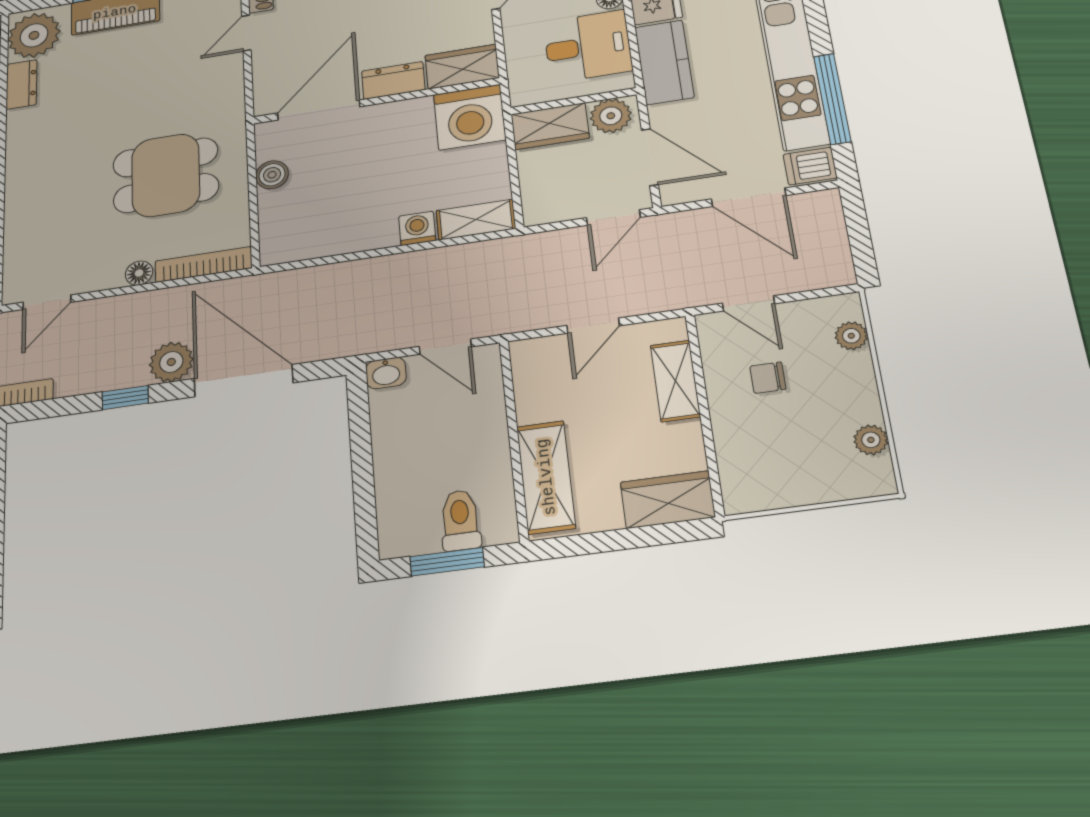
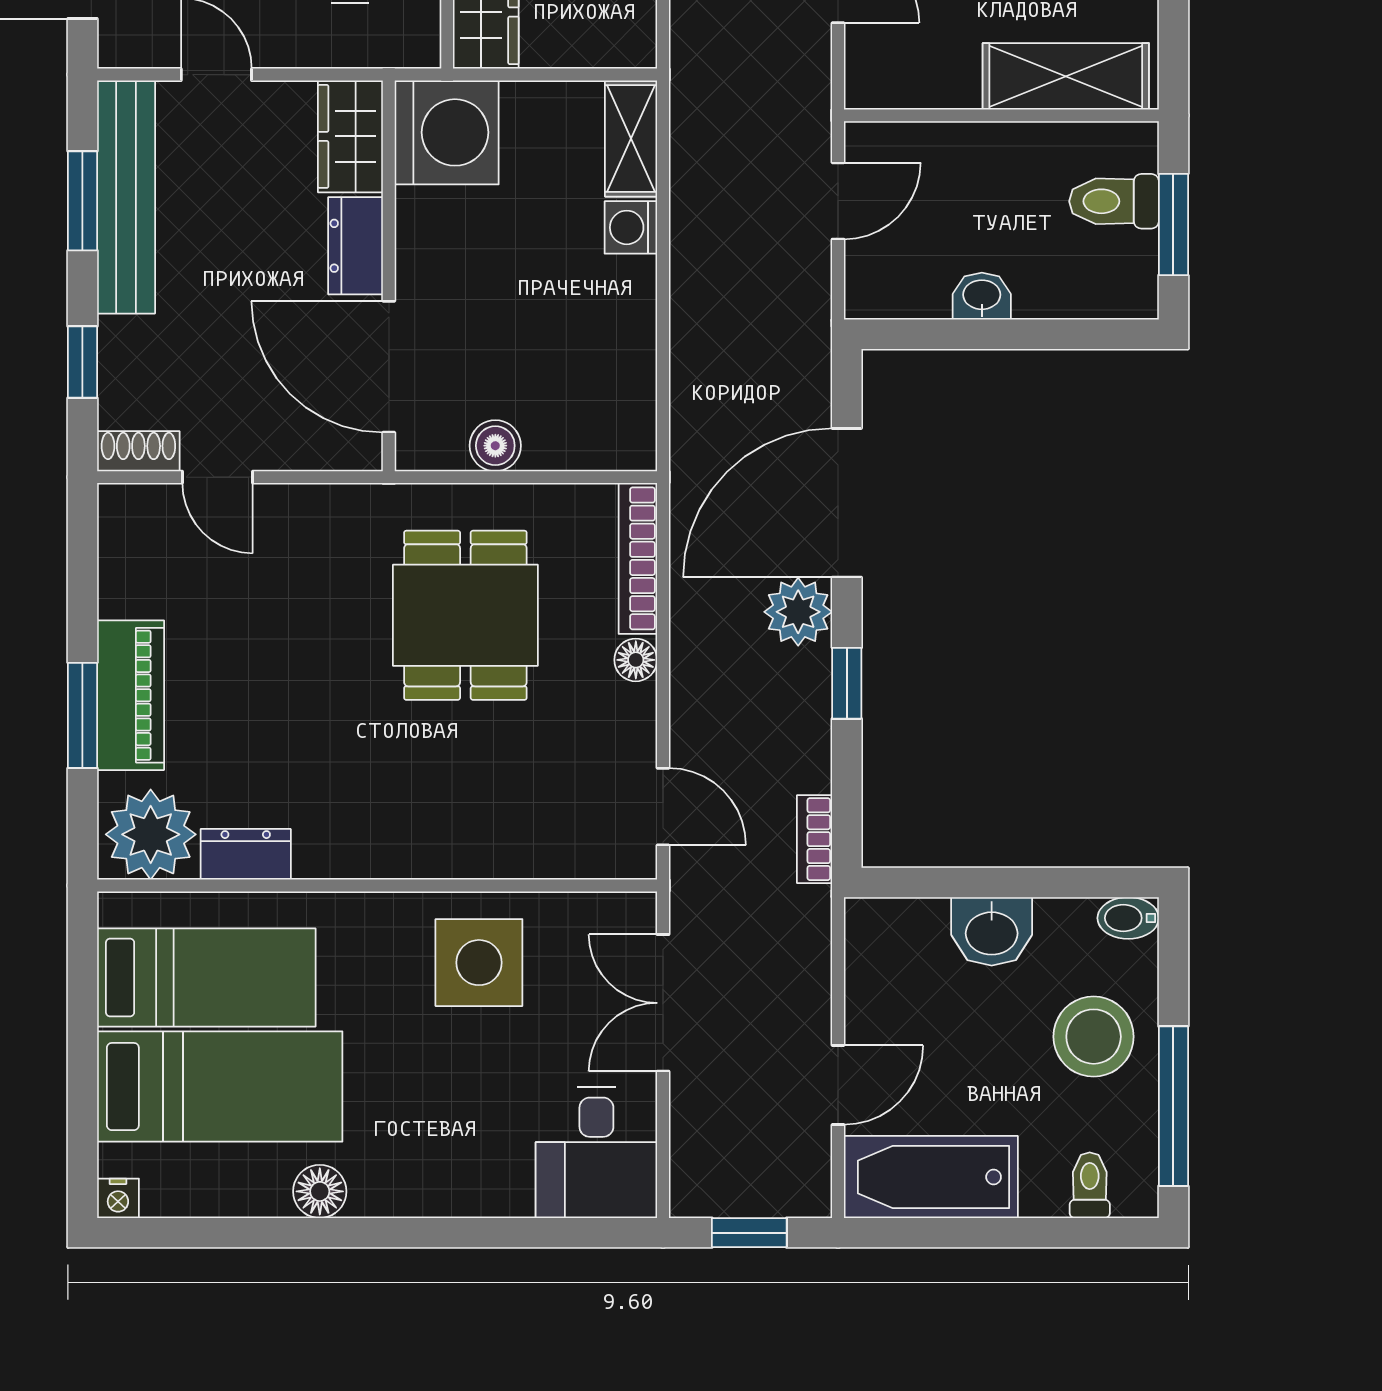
washbasin: (386, 373) -> (982, 296), moved, turned -90

